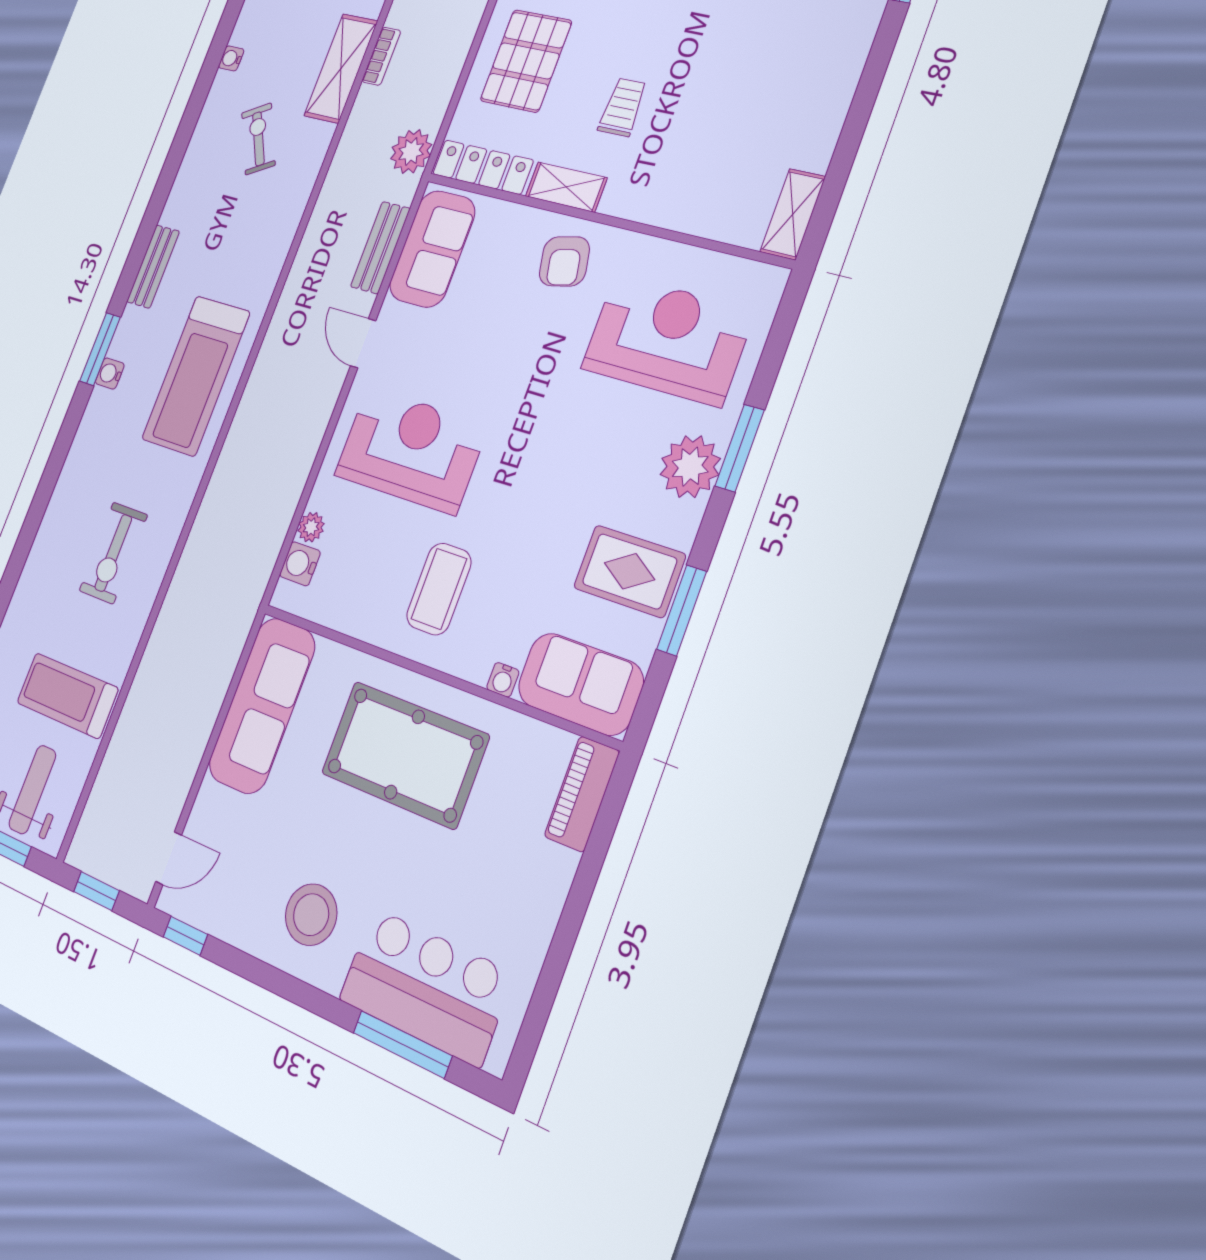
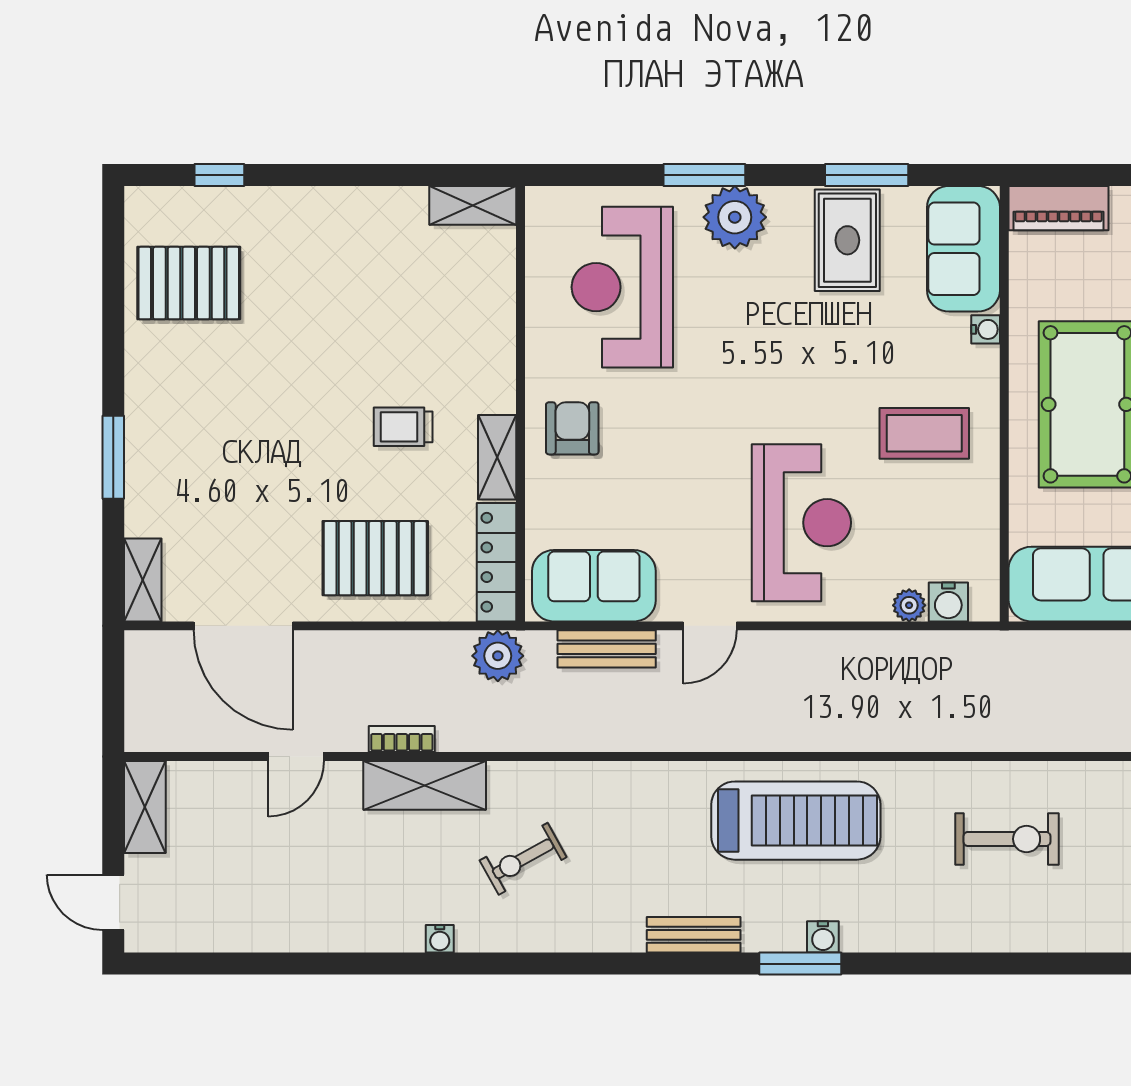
armchair: (564, 261) -> (572, 428), turned -78
reception desk: (411, 450) -> (801, 523), turned 180

